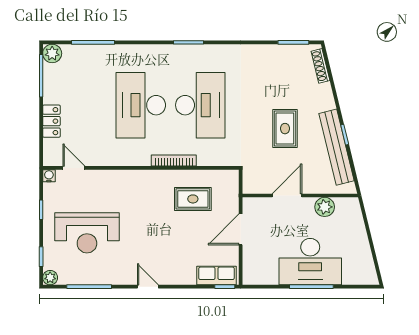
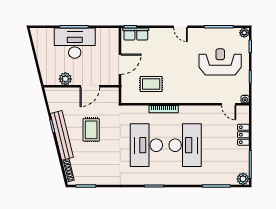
bench: (336, 147) -> (62, 135), moved

